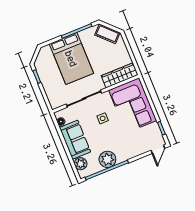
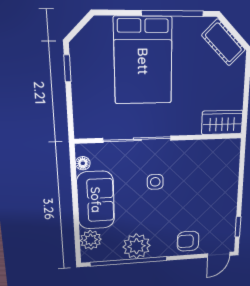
wardrobe: (120, 75) -> (222, 122), width x0.67
corner sofa: (133, 105) -> (211, 178), removed
armchair: (136, 147) -> (188, 241), added

